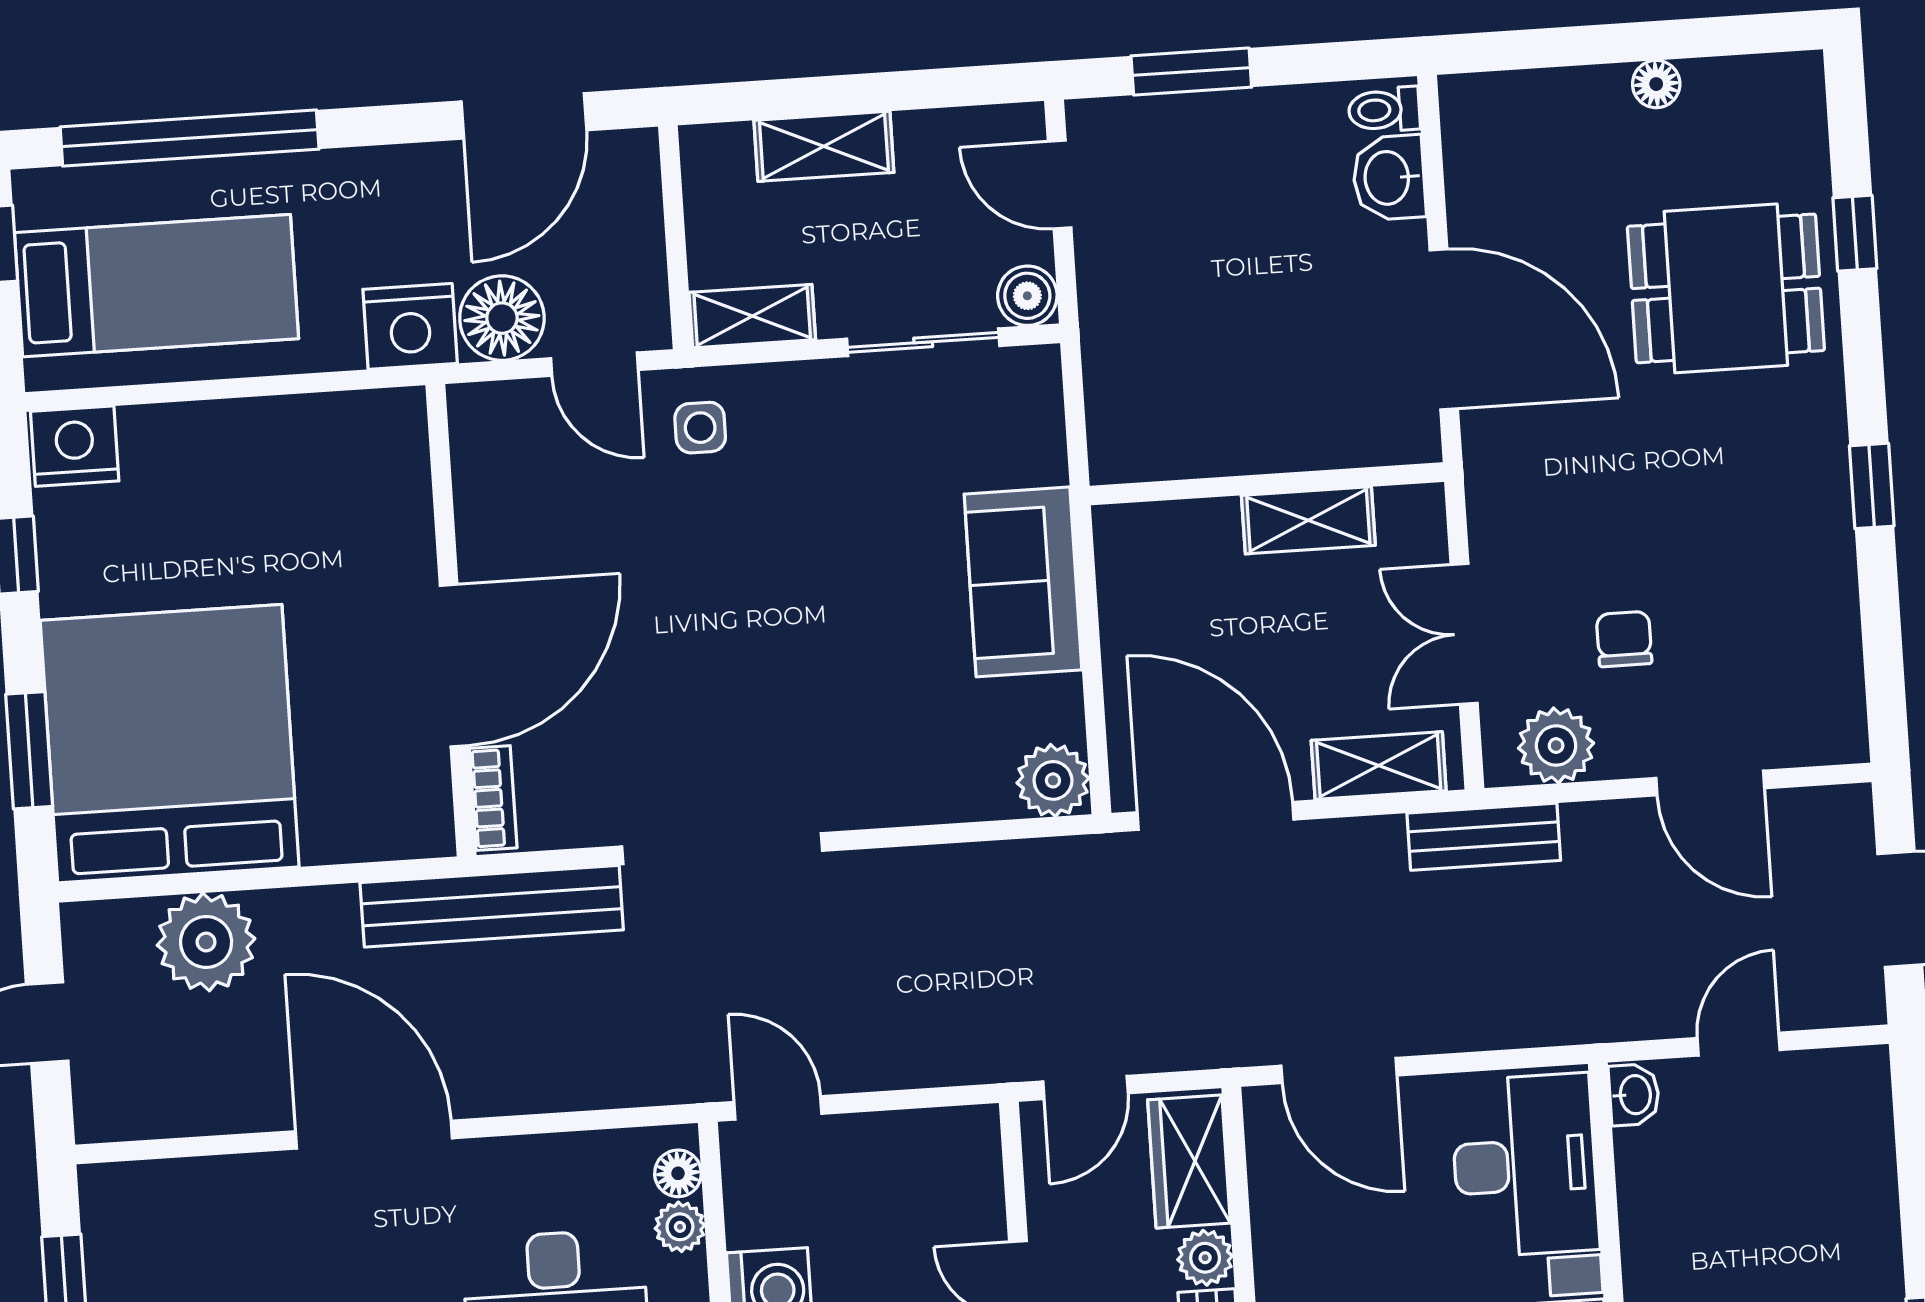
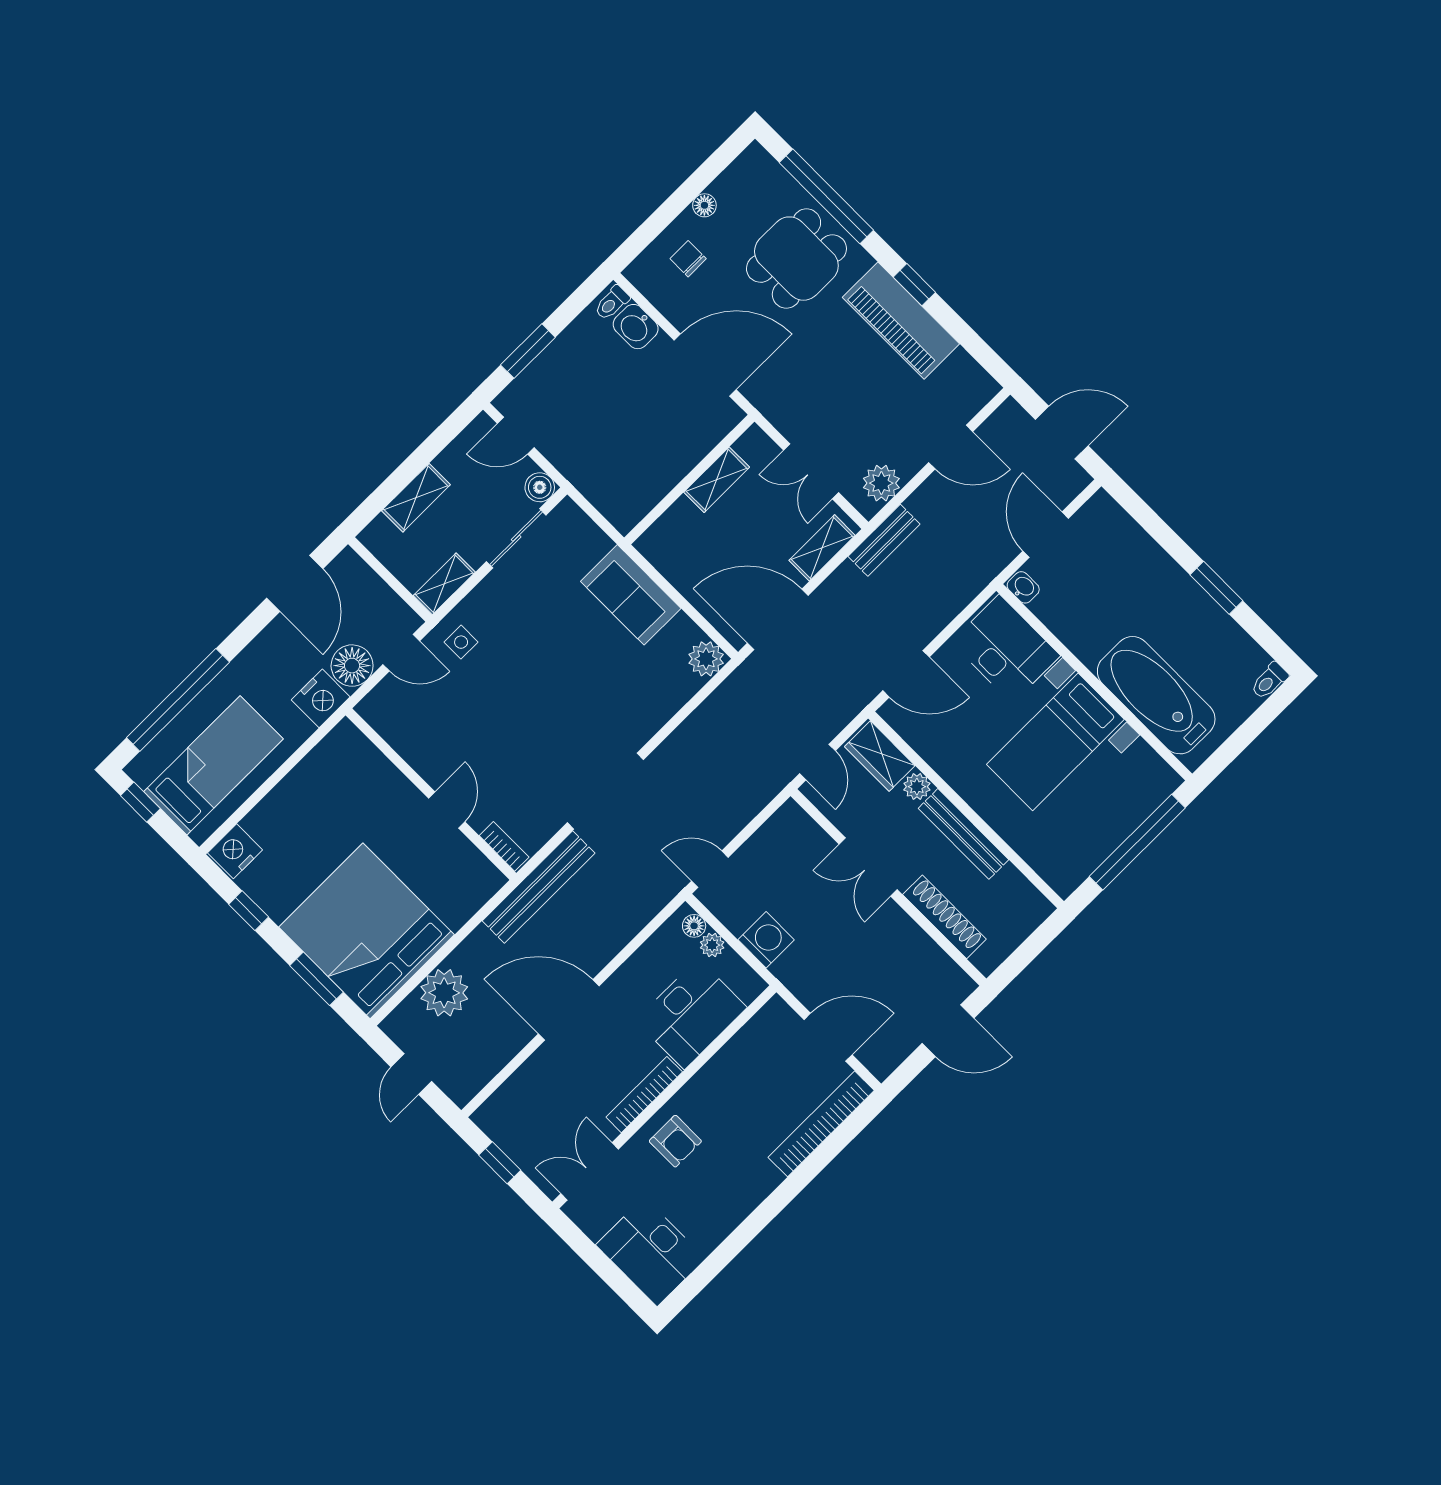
window: (1855, 233) -> (826, 196), width x3.17
piano: (1803, 523) -> (901, 321), added
chair: (1624, 639) -> (688, 259), moved
door: (454, 666) -> (447, 810), width x0.53
door: (1739, 1044) -> (1046, 535), width x1.37

